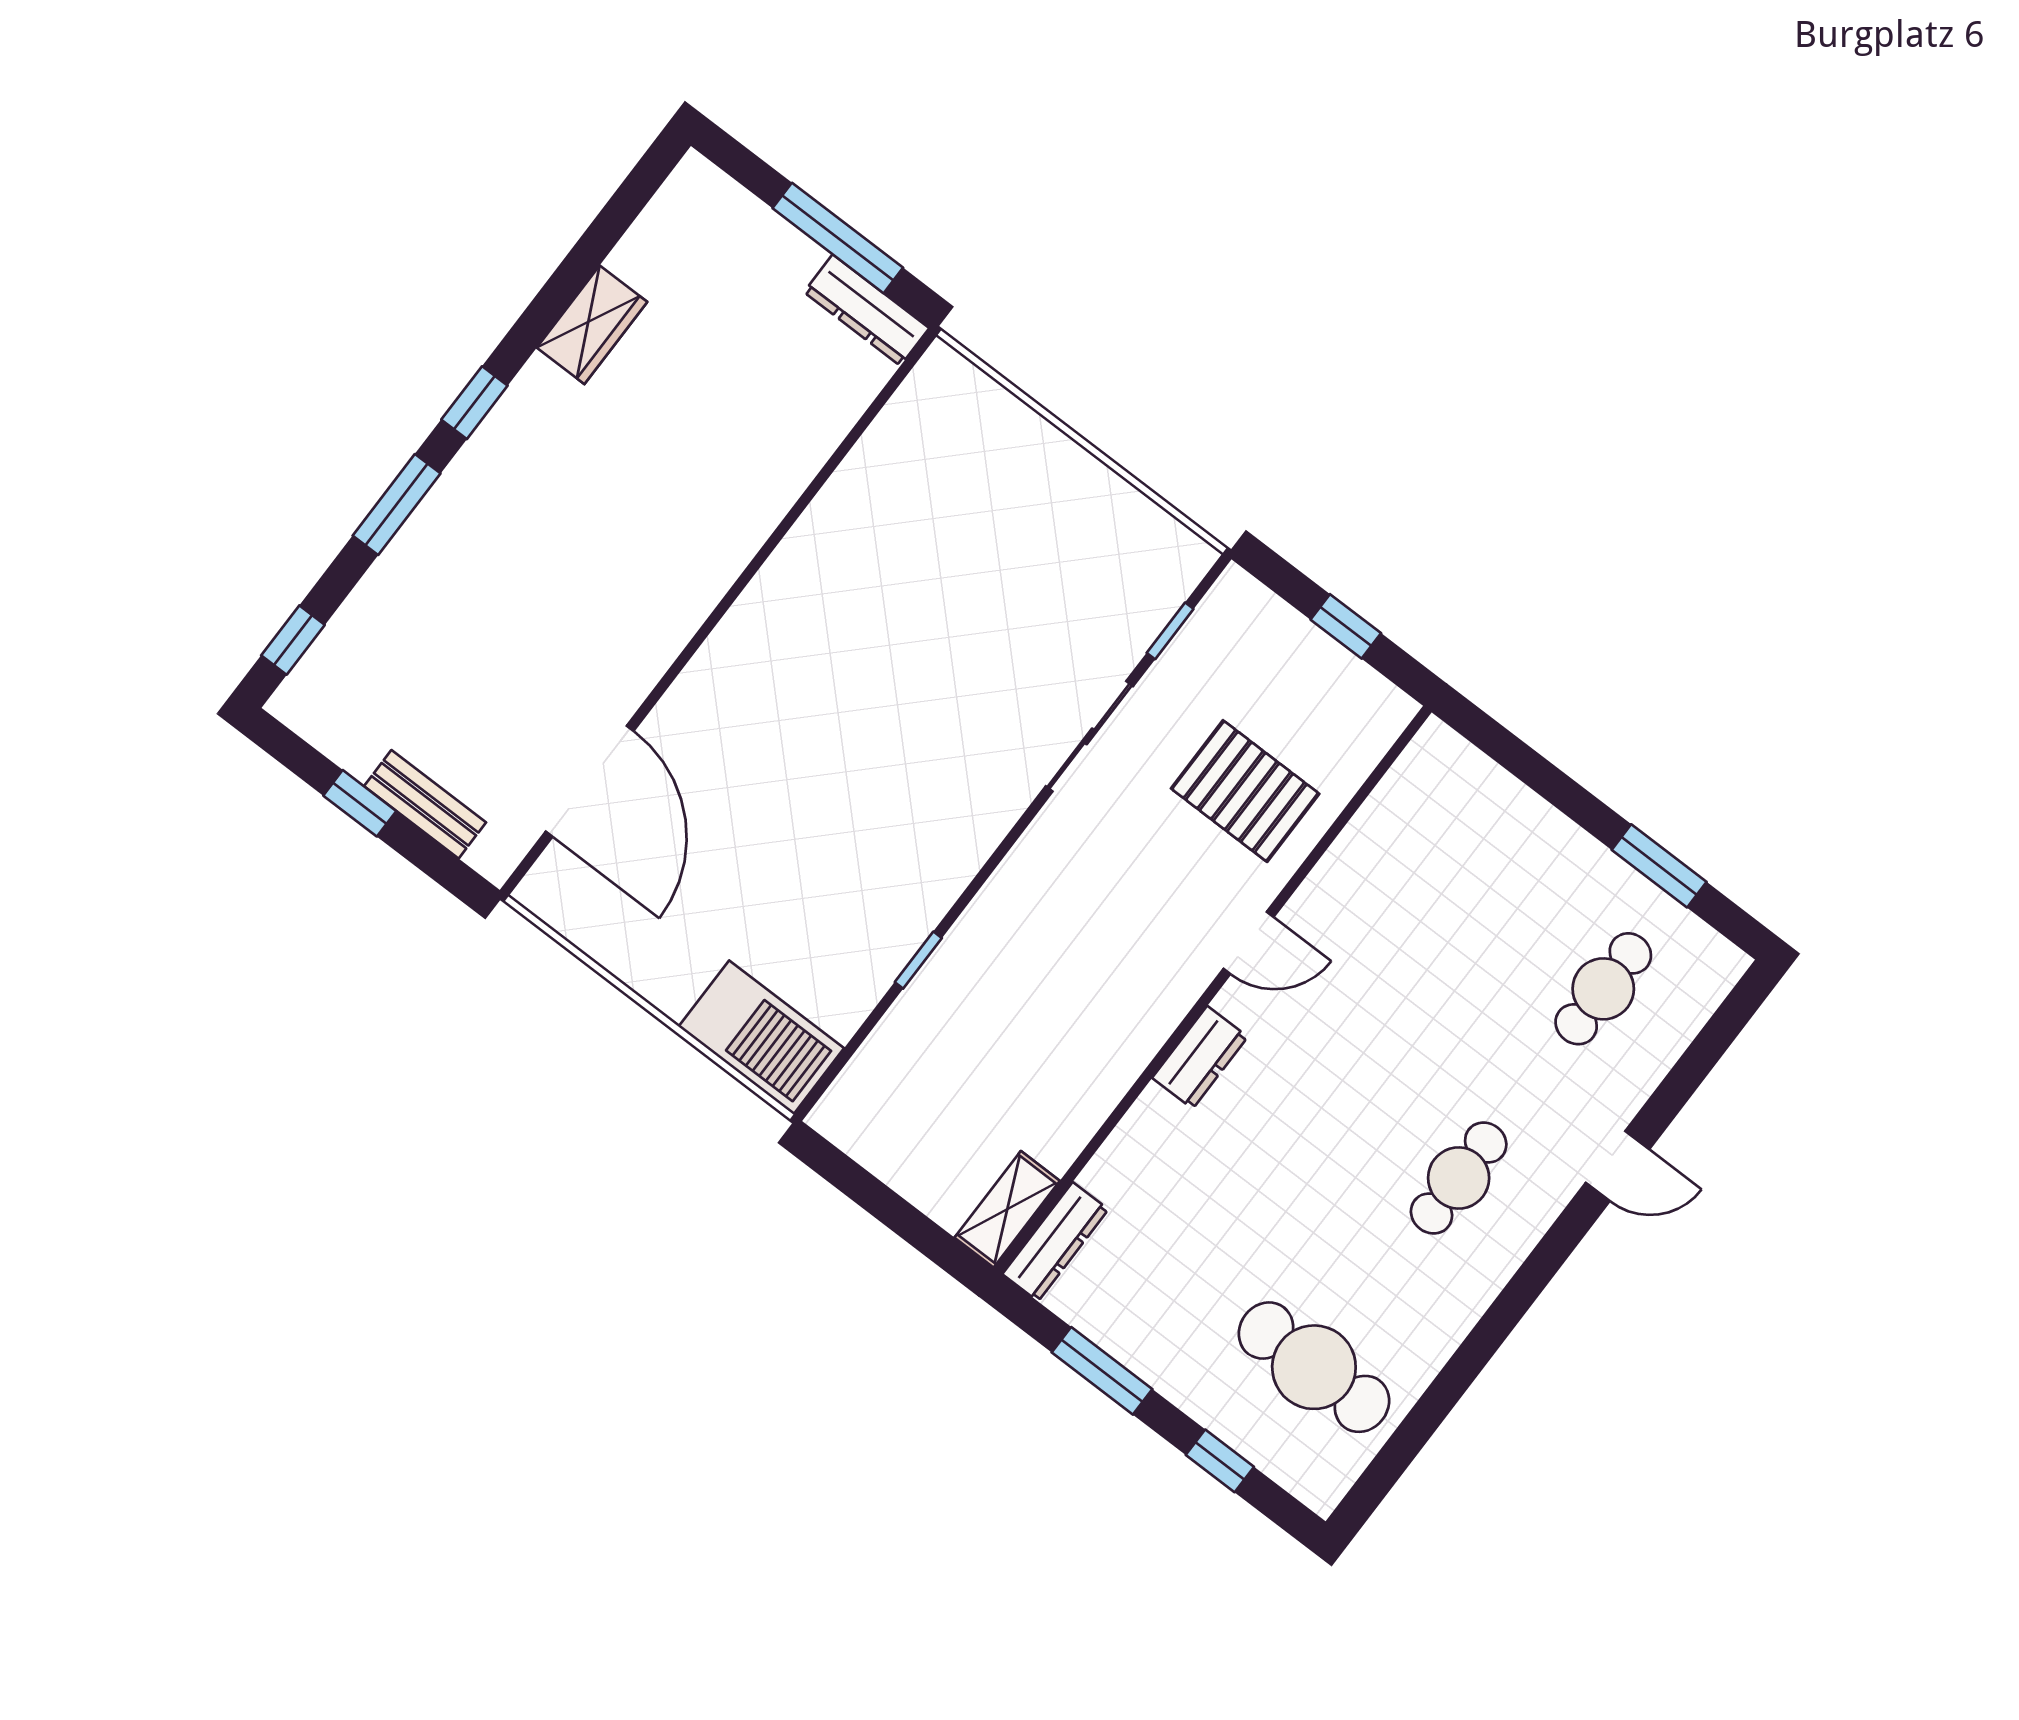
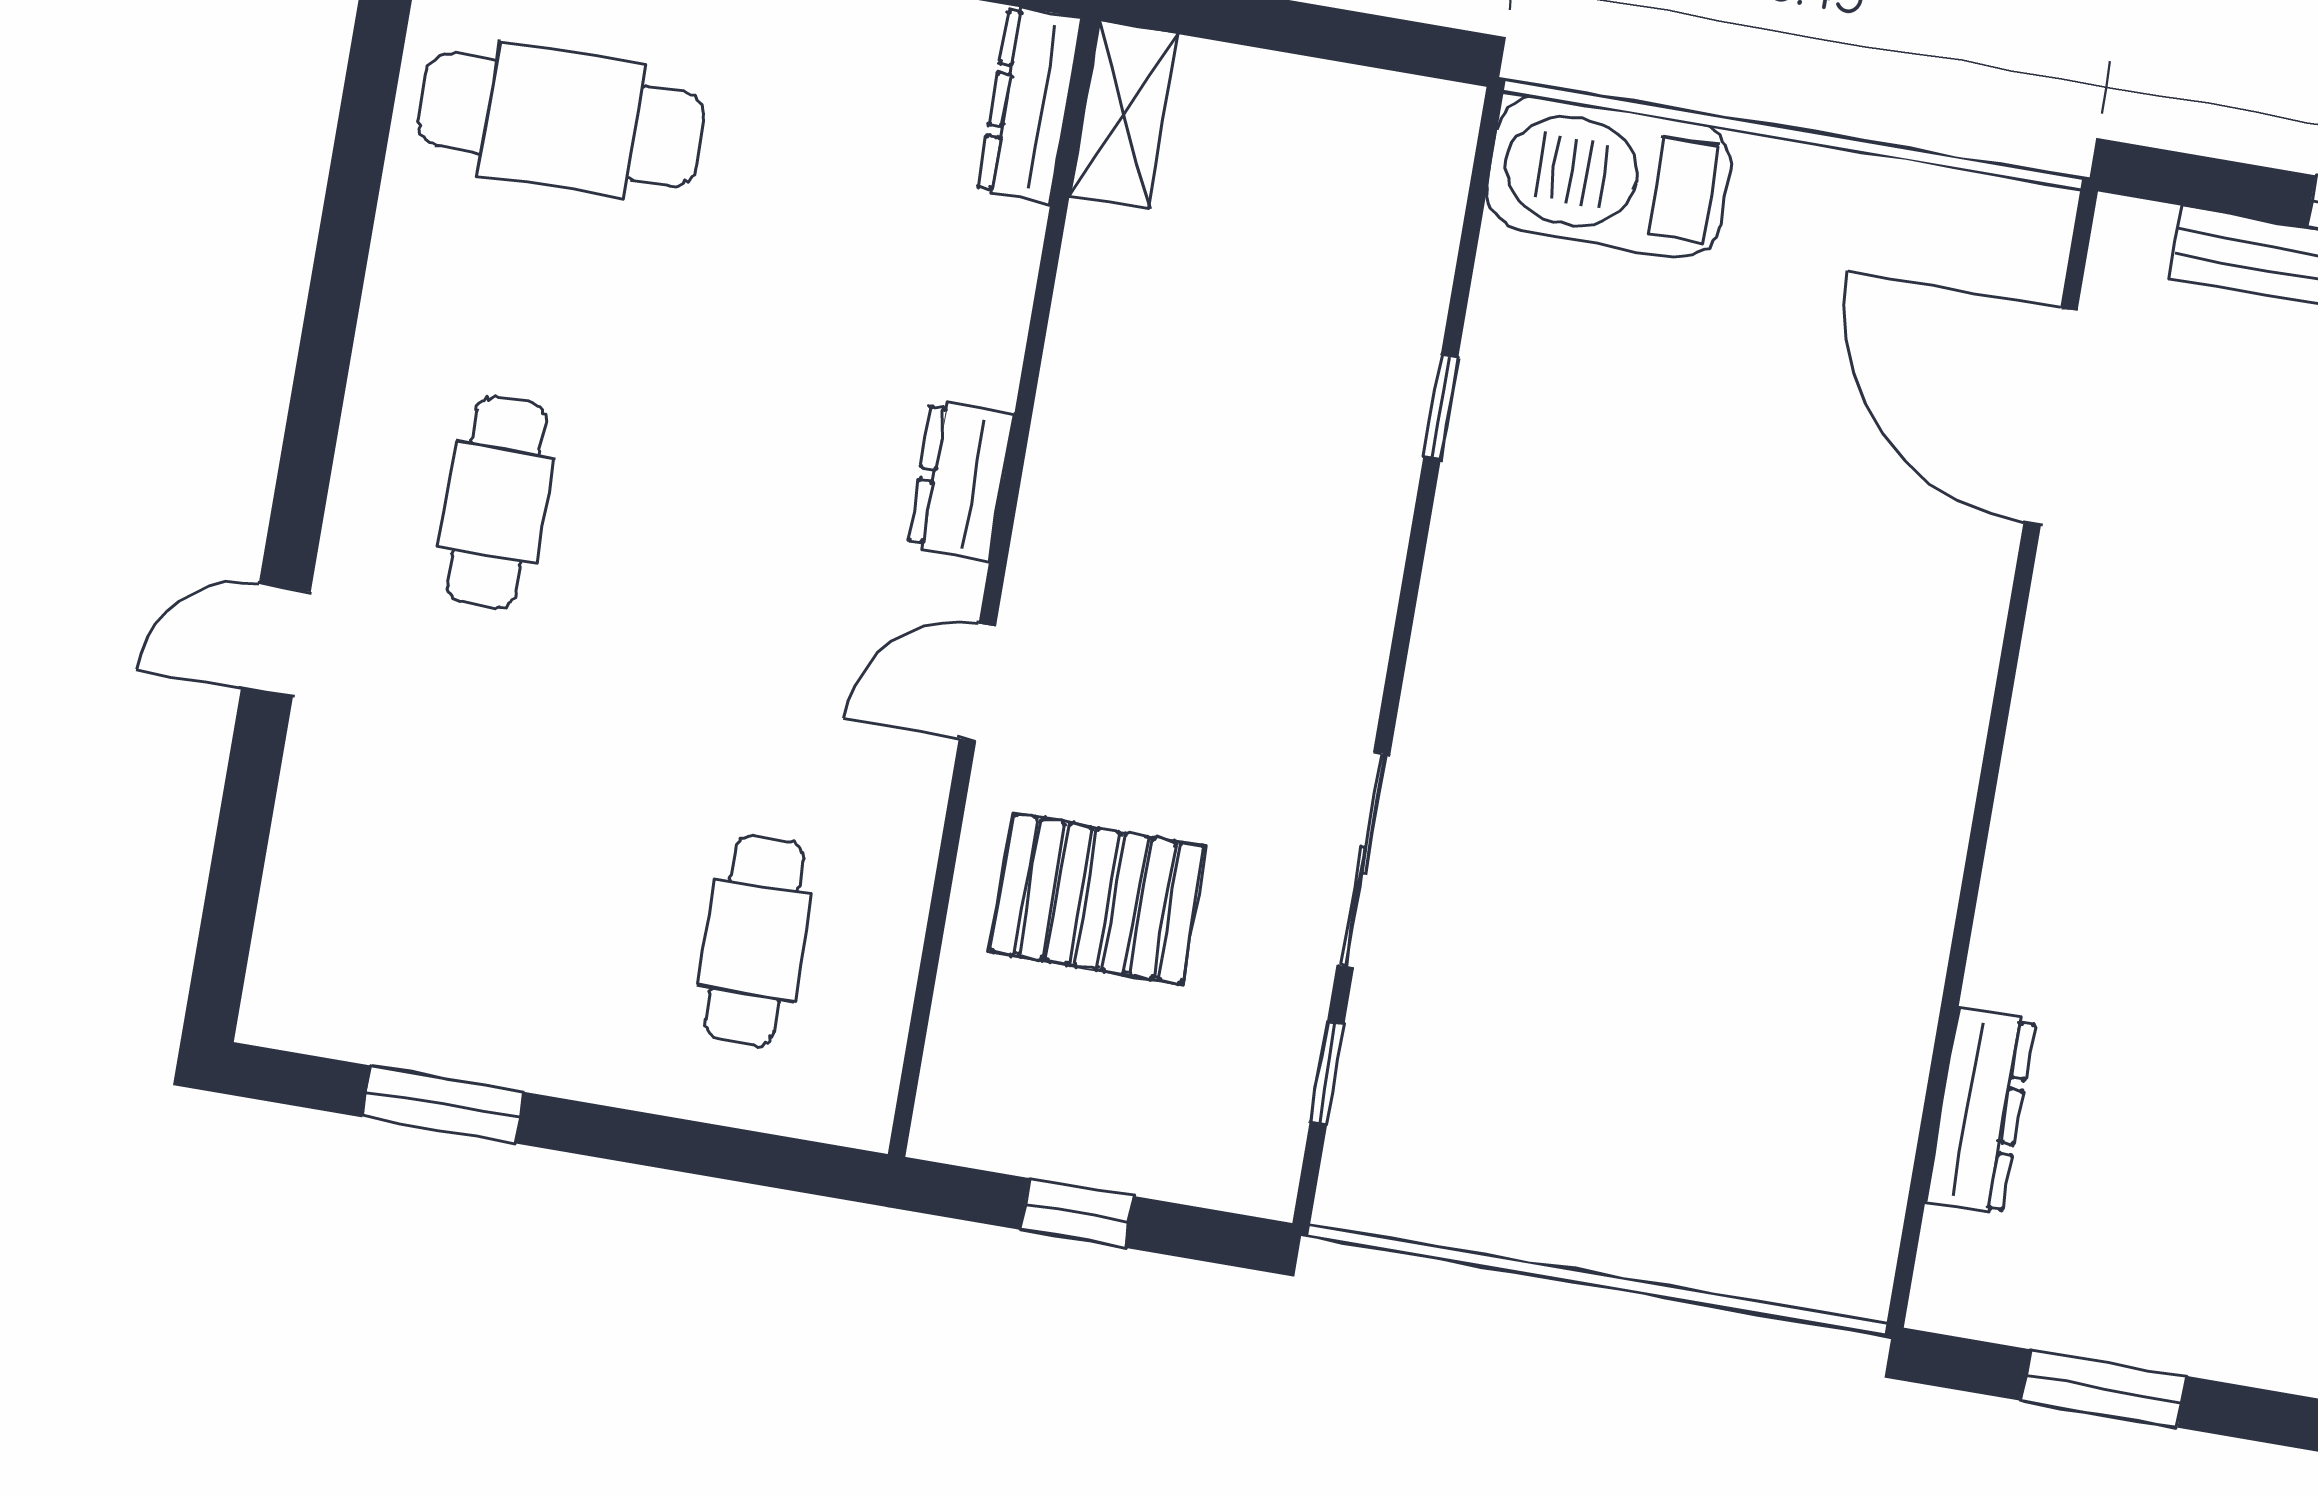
window: (838, 238) -> (2104, 1388), width x0.69
dresser: (866, 310) -> (1980, 1111), moved, turned 90
cafe table: (1603, 989) -> (754, 940), moved

